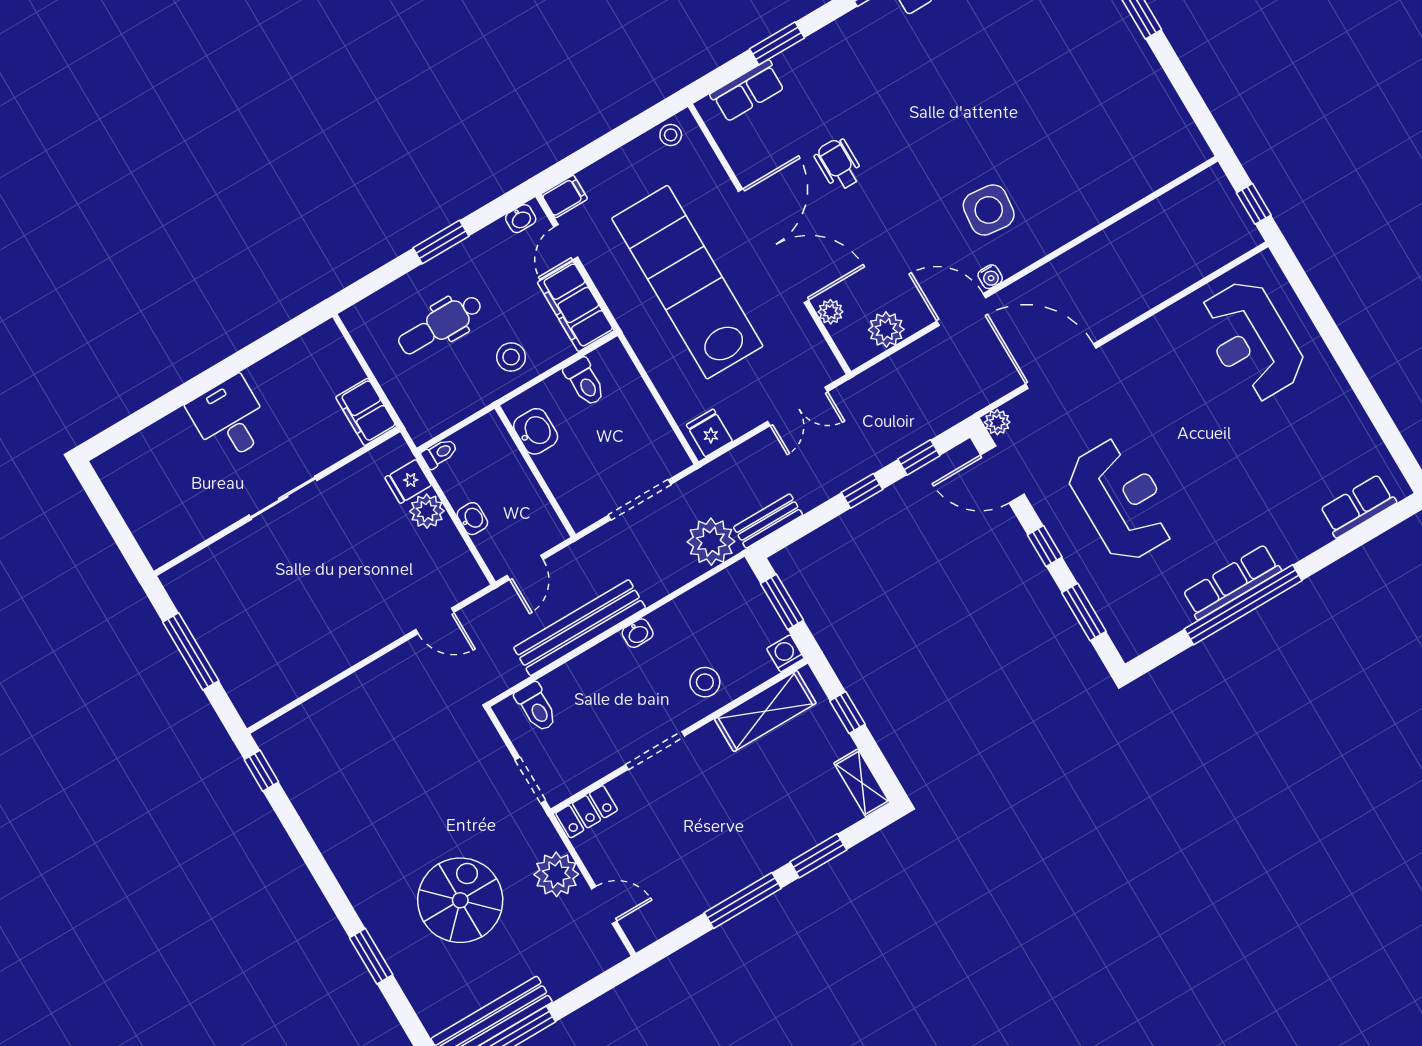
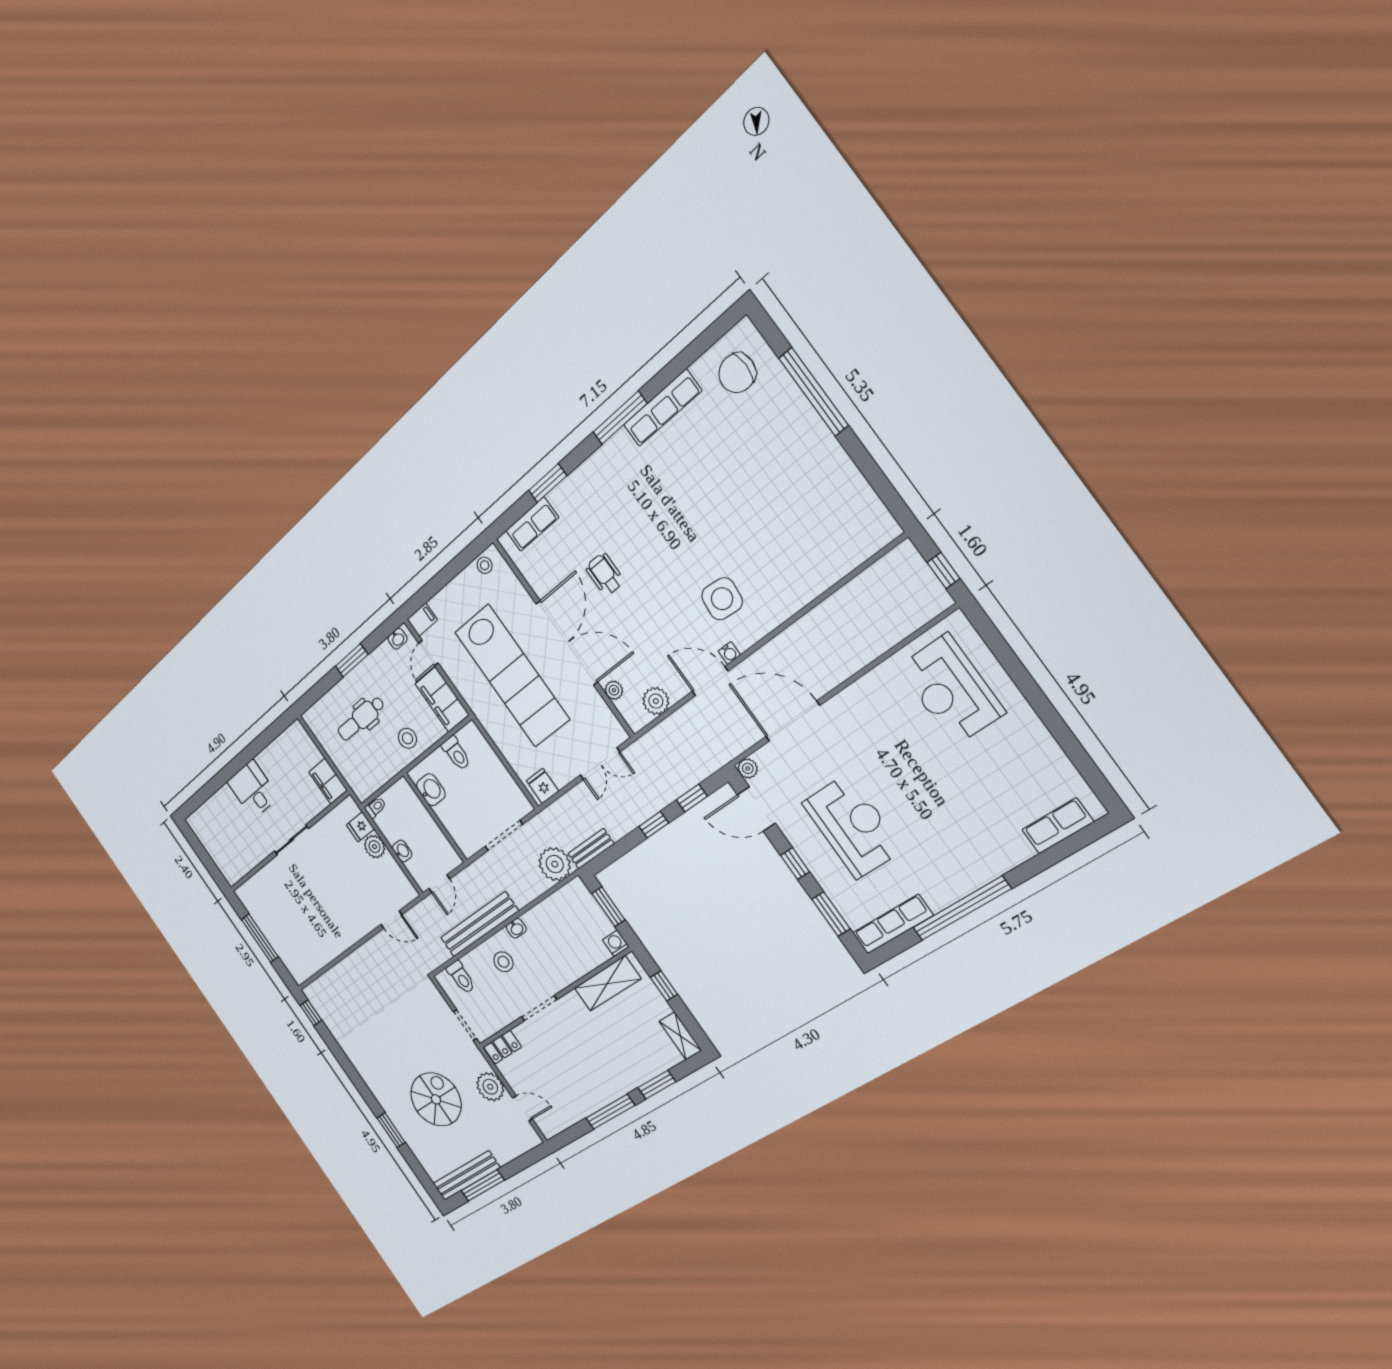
lab bench: (687, 282) -> (512, 676), turned 180
row of seats: (1232, 582) -> (893, 924), moved
stool: (705, 682) -> (503, 962), moved

